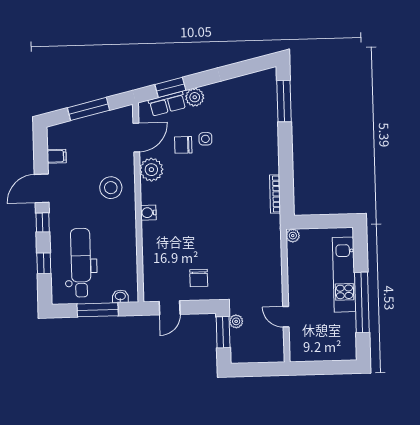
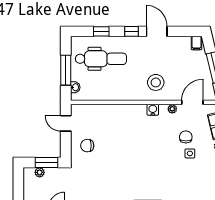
door: (136, 137) -> (192, 102), swing flipped
filing cabinet: (57, 156) -> (197, 43), moved
plant: (151, 170) -> (172, 109), width x0.53, depth x0.53
water cooler: (148, 213) -> (153, 110), moved
plant: (236, 321) -> (40, 172), moved

